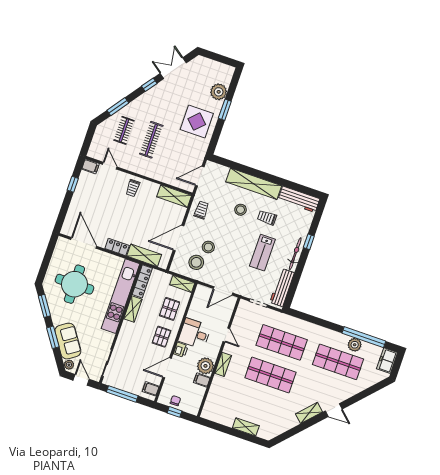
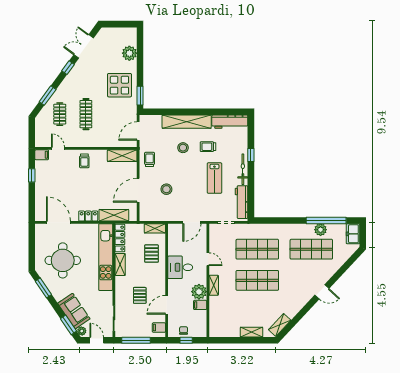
window: (225, 110) -> (140, 96), moved
stool: (196, 262) -> (161, 206), removed
window: (53, 337) -> (68, 325), moved
pallet: (161, 337) -> (140, 295), moved
printer: (181, 350) -> (173, 285), removed
shelving: (309, 413) -> (280, 325), moved

